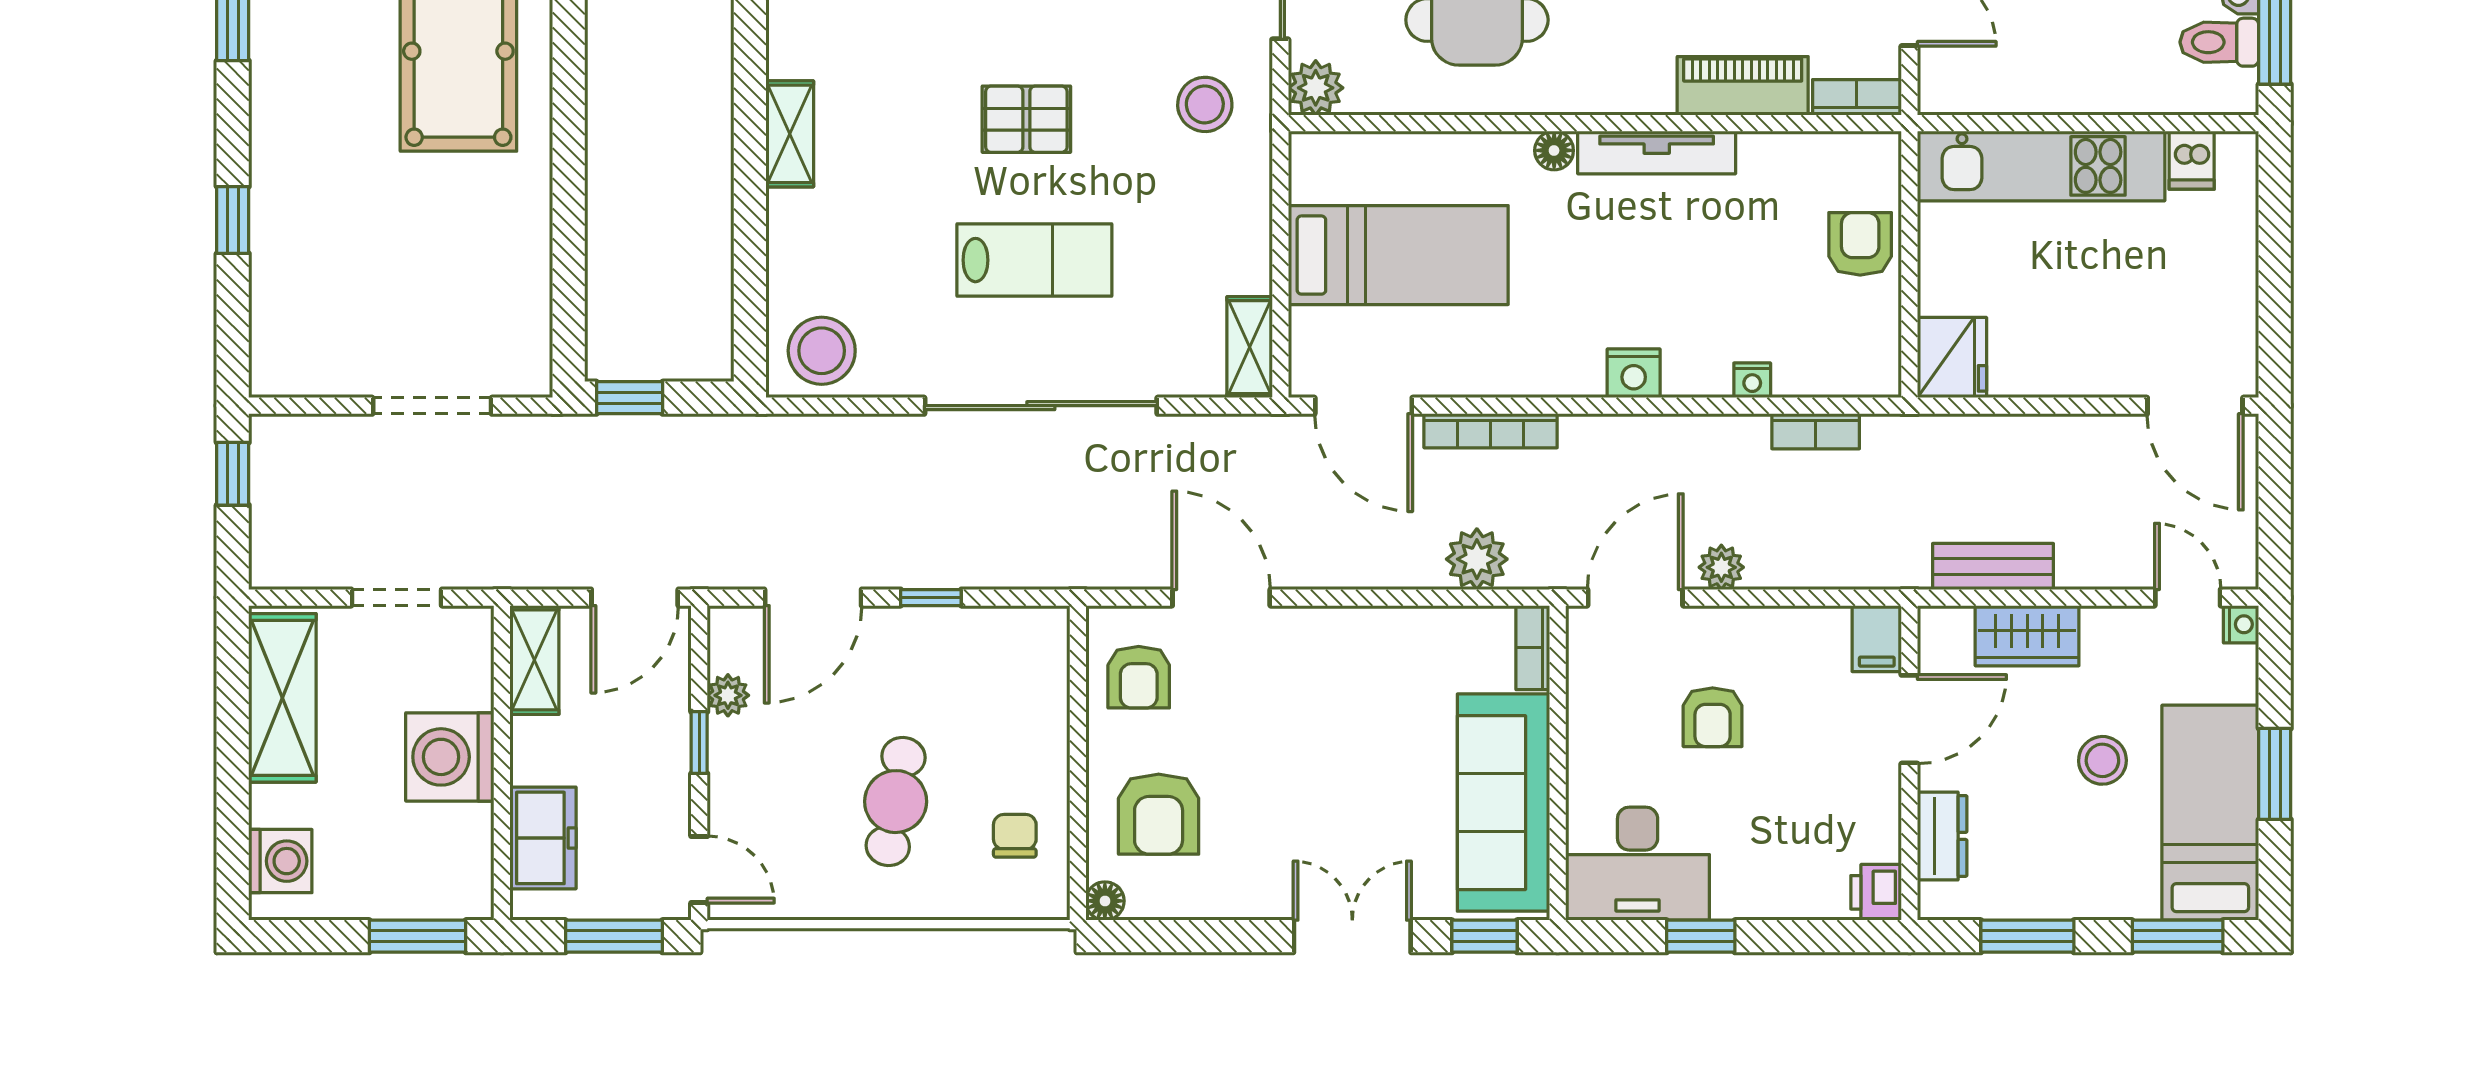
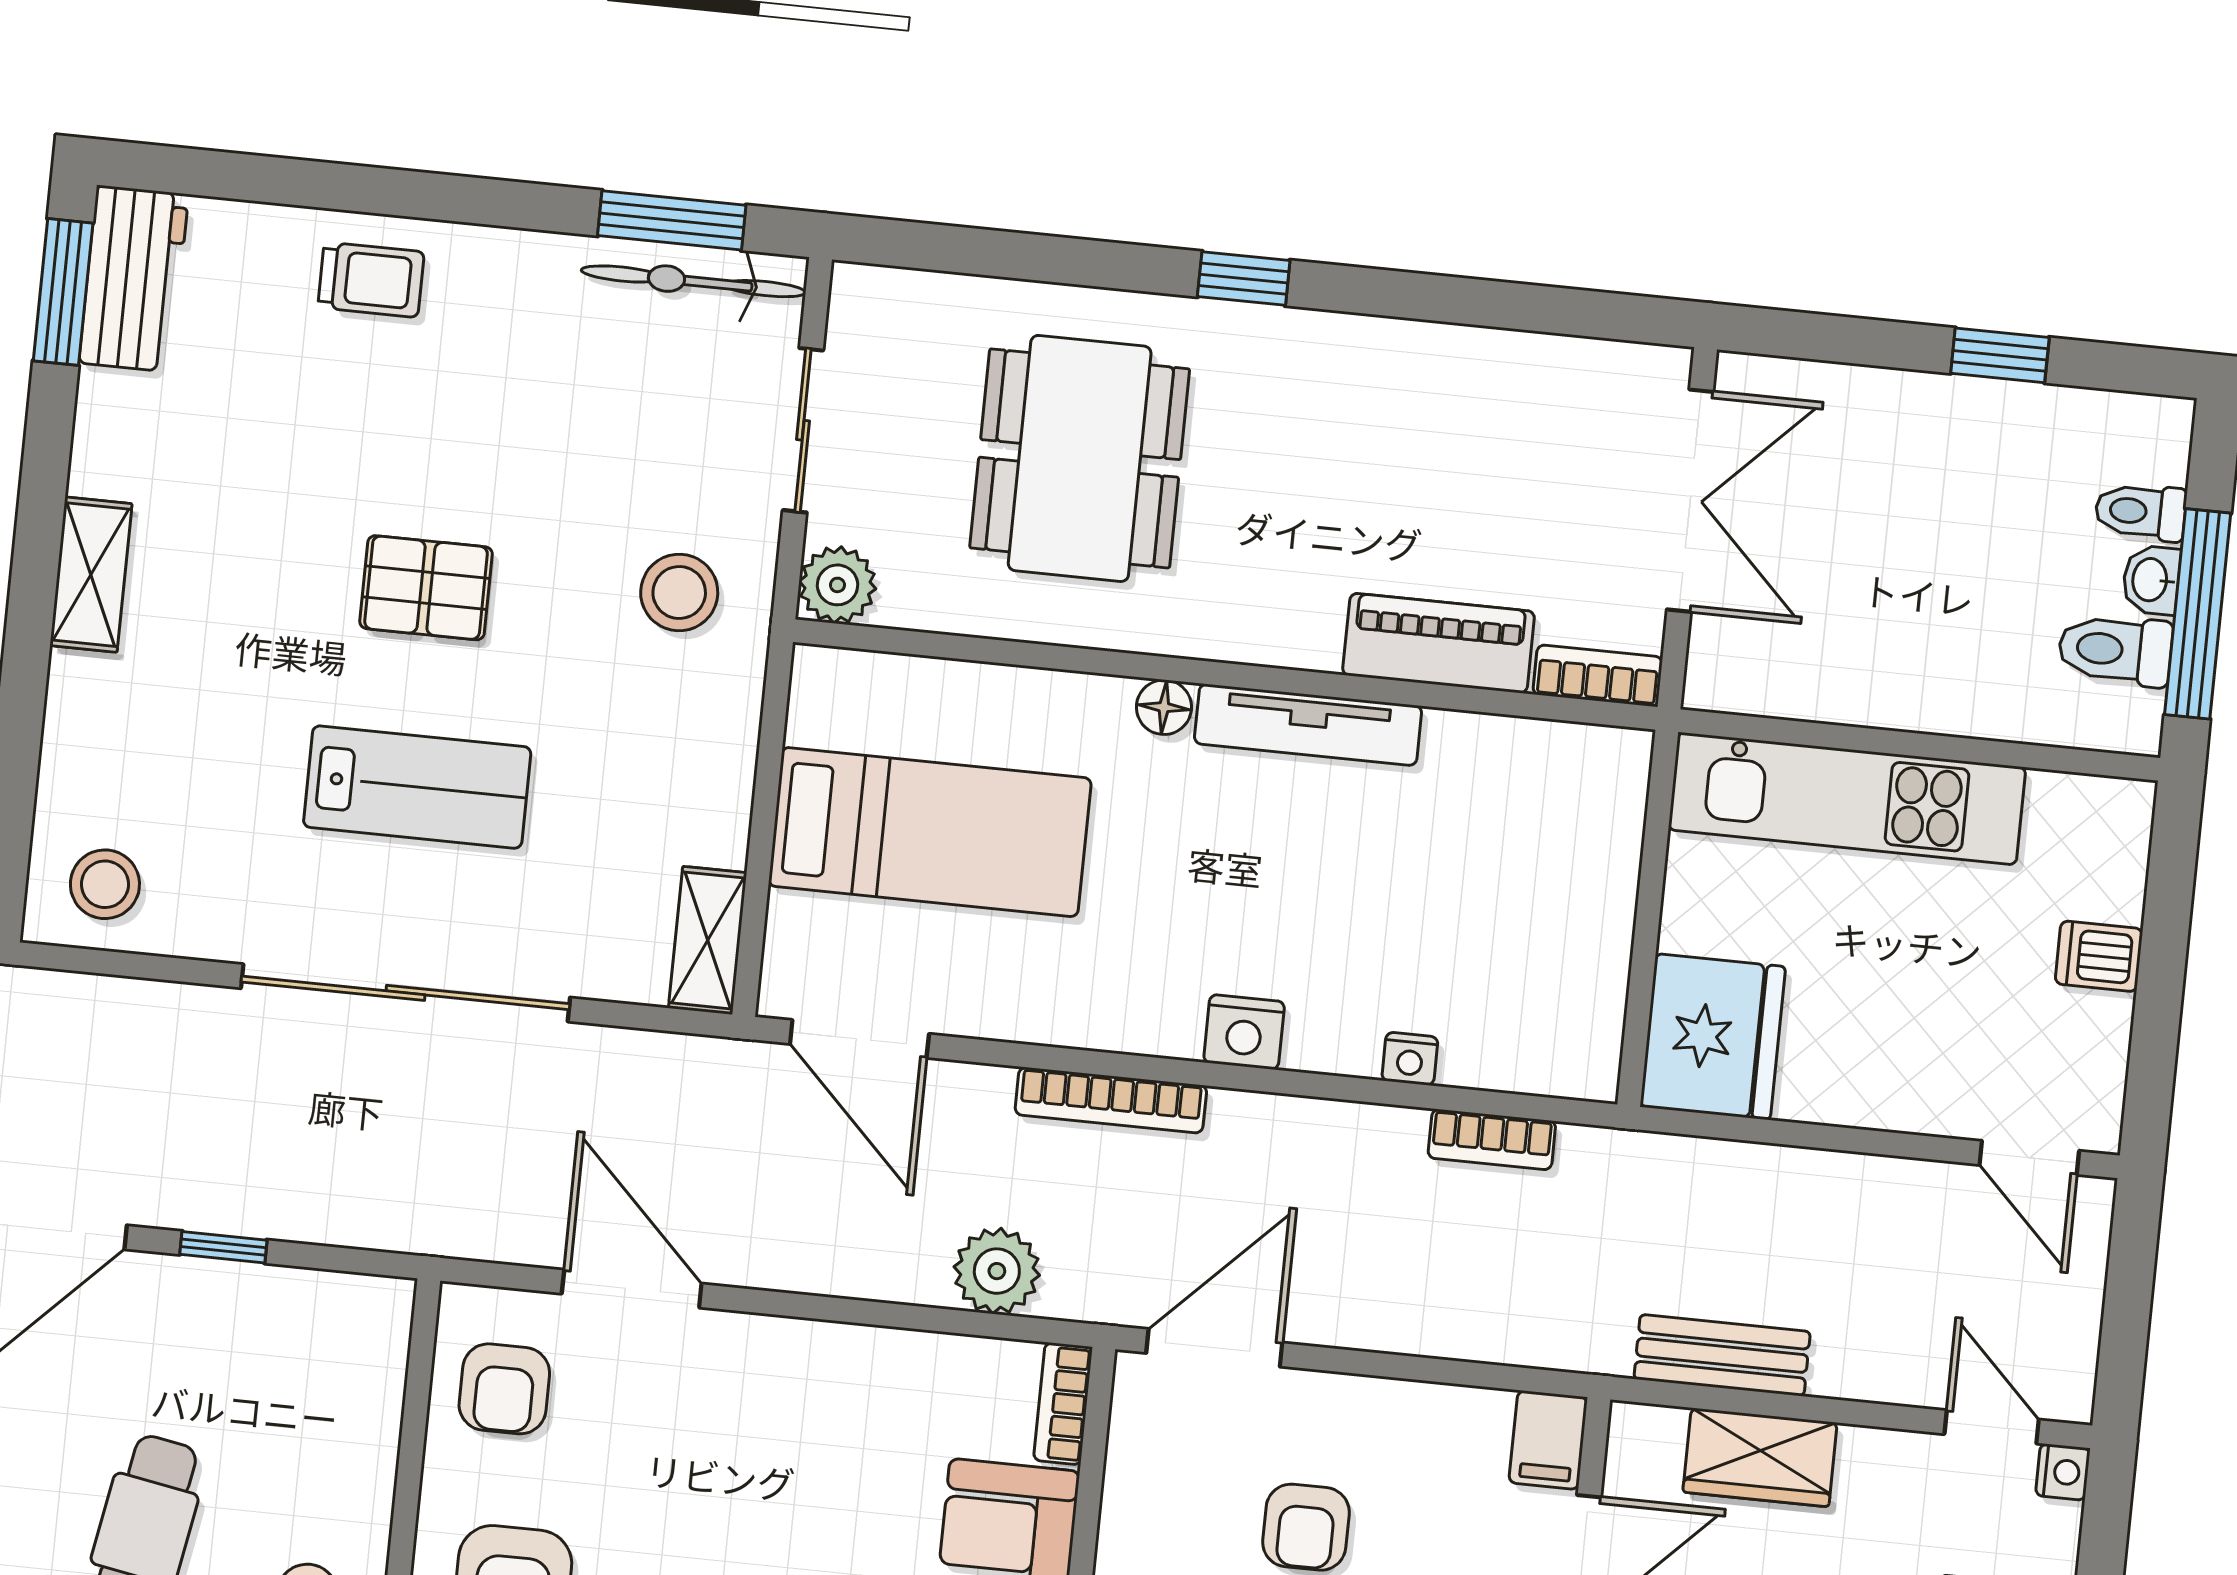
dishwasher: (2192, 160) -> (2099, 956), moved, turned 90
armchair: (1860, 244) -> (1581, 882), removed
stool: (822, 351) -> (105, 884), width x0.73, depth x0.73
fridge: (1952, 358) -> (1713, 1037), width x1.36, depth x1.34
door: (2195, 406) -> (2029, 1158), width x0.73
bookcase: (1491, 431) -> (1111, 1100), moved
plant: (1721, 567) -> (1340, 1318), removed

